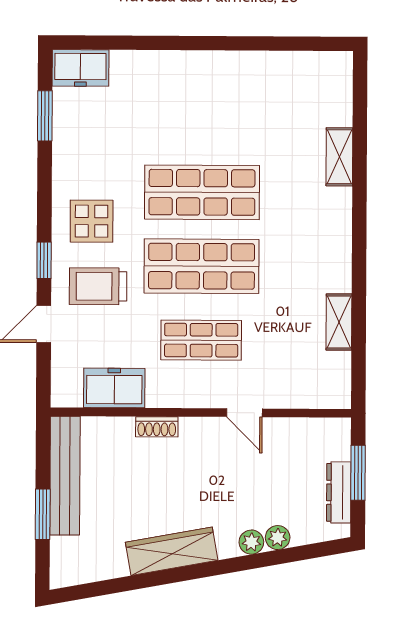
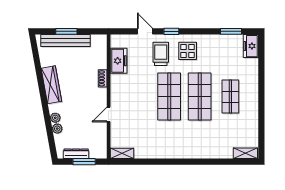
shelving: (339, 157) -> (245, 153), moved
shelving: (339, 322) -> (122, 153), moved
shop shelf: (201, 340) -> (230, 97), moved
bench: (65, 476) -> (65, 41), moved

